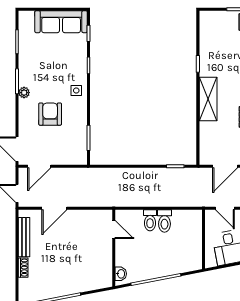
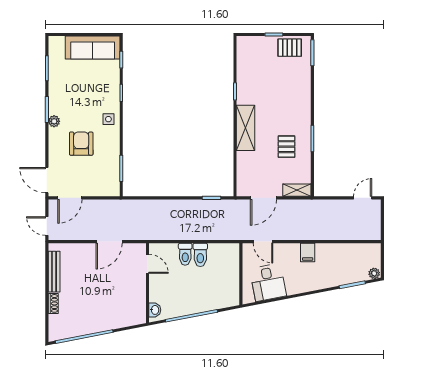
door: (54, 208) -> (109, 242), moved

